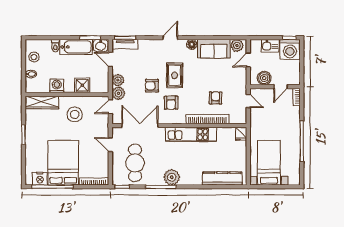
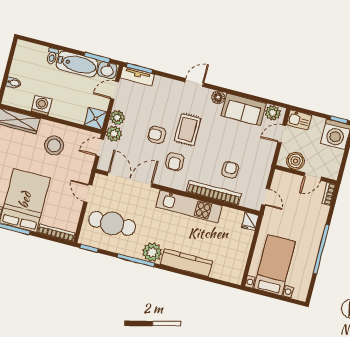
kitchen sink: (270, 46) -> (299, 120), moved
stool: (34, 57) -> (23, 63), removed
door: (110, 60) -> (115, 90), hinge flipped
shower: (82, 85) -> (95, 119), moved
door: (248, 101) -> (266, 197), moved
cafe table: (135, 163) -> (112, 223), turned 90
kitchen counter: (222, 178) -> (186, 263), moved

